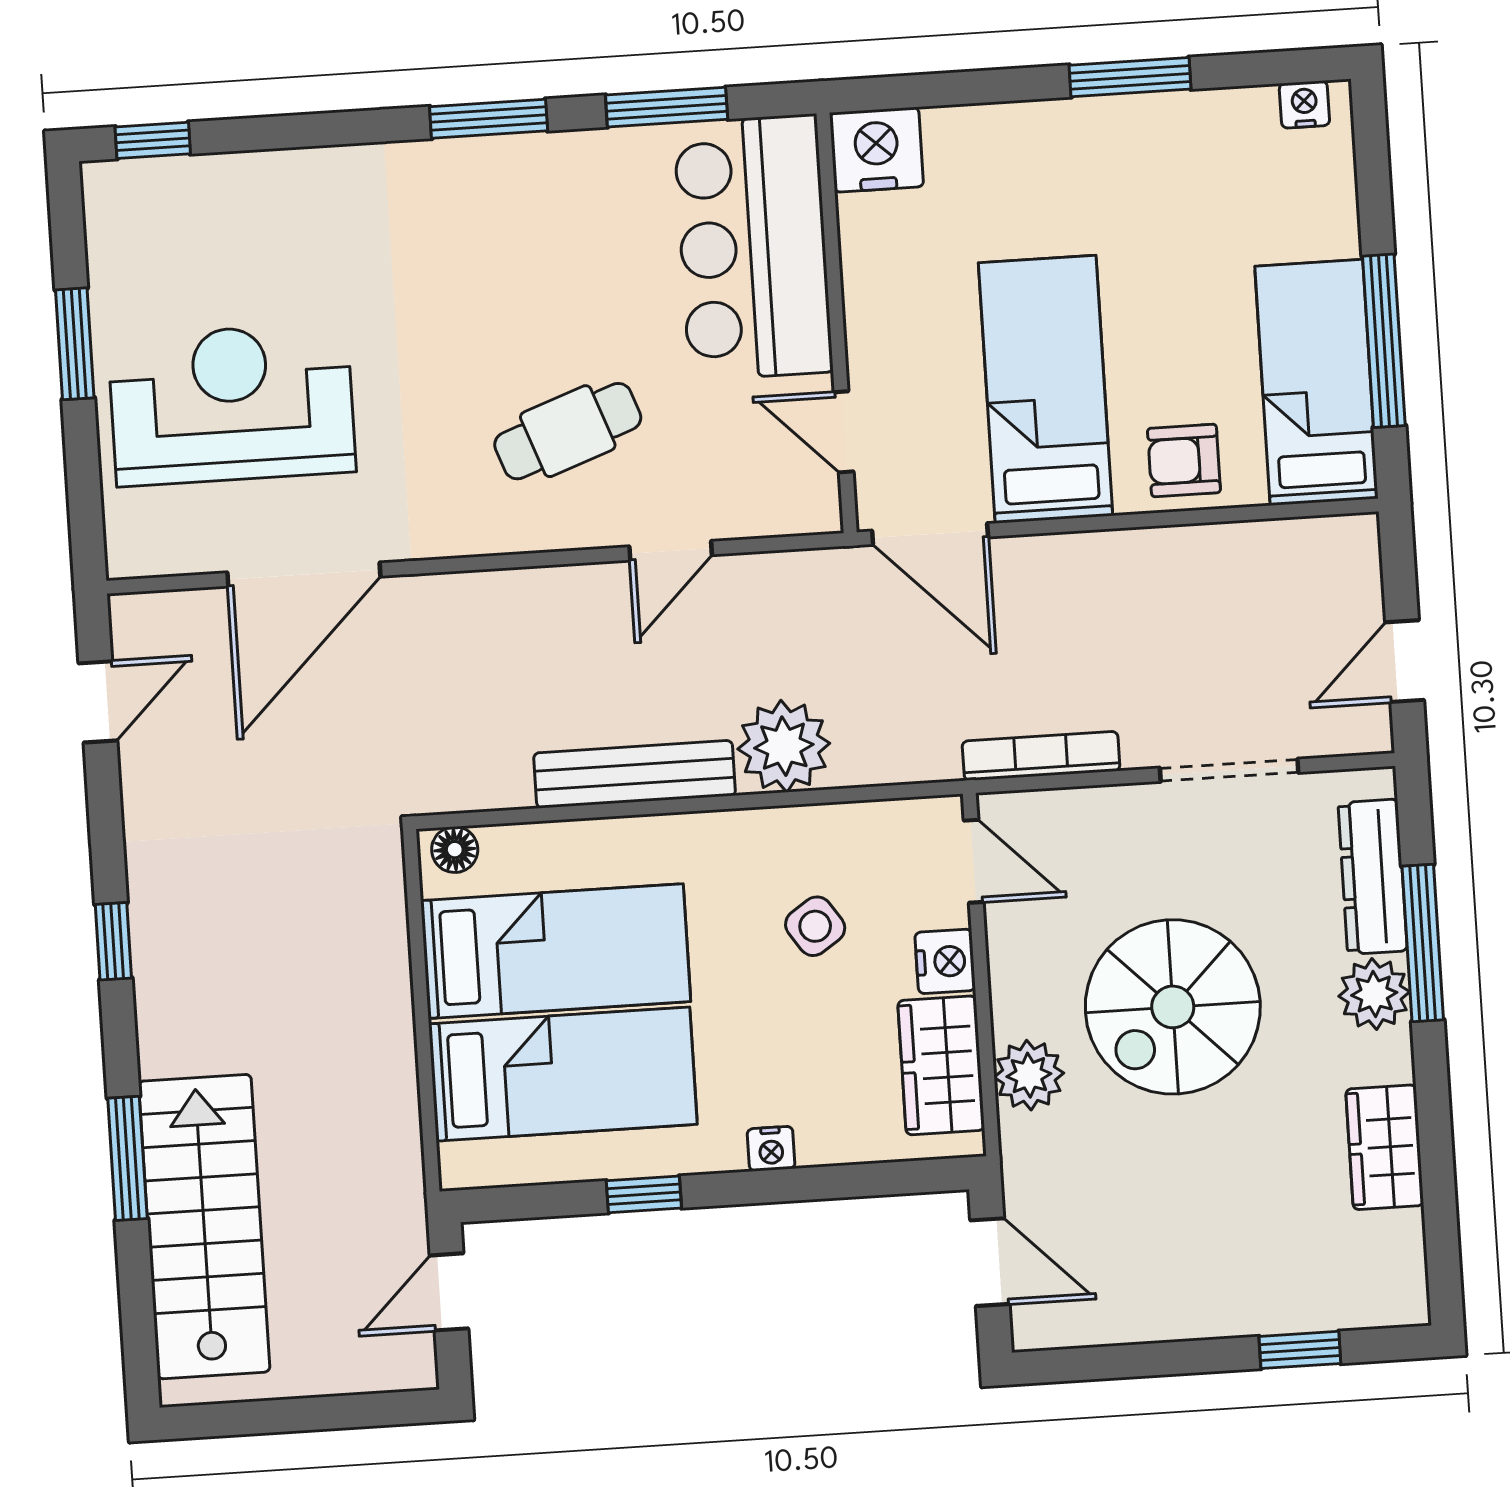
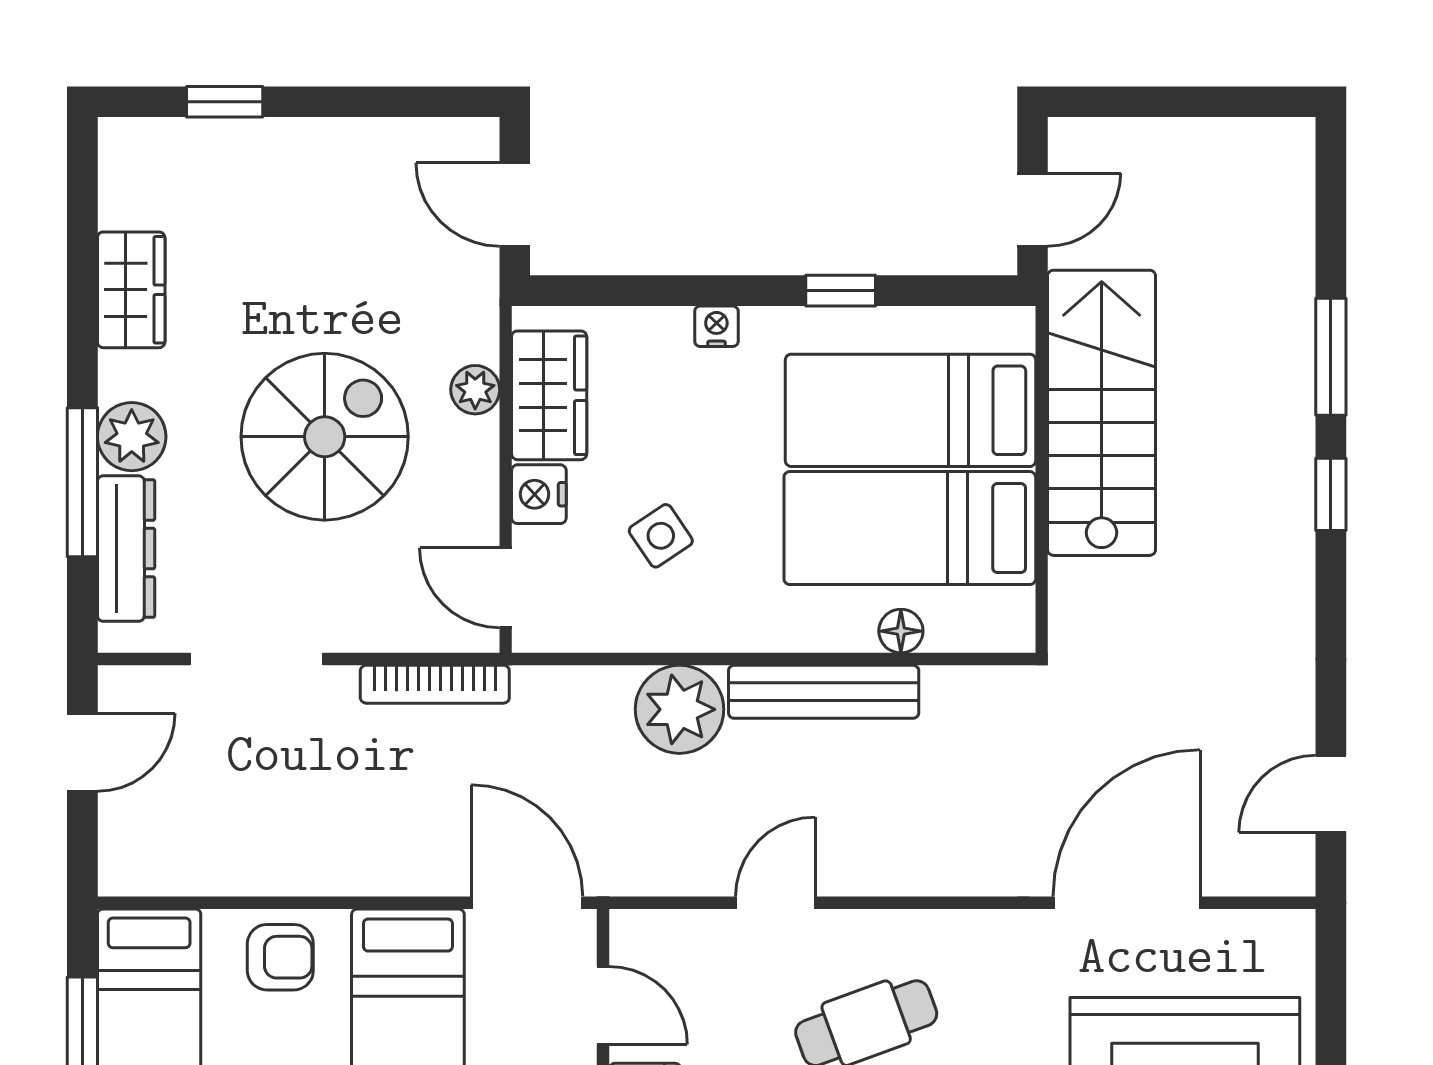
floor lamp: (455, 850) -> (901, 631), moved
window: (113, 941) -> (1331, 494), moved
plant: (1029, 1075) -> (475, 390), width x0.73, depth x0.73
stairs: (204, 1227) -> (1102, 413), moved, turned 180

